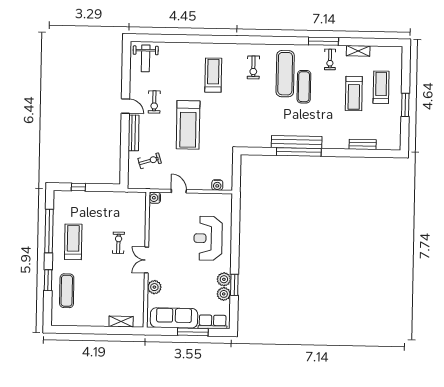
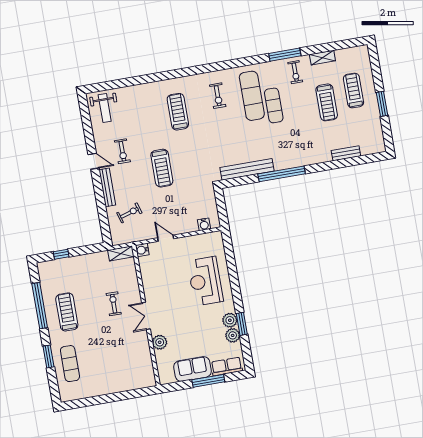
treadmill: (188, 125) -> (162, 168), width x0.73, depth x0.73
bench: (297, 142) -> (247, 169), moved
sofa: (174, 318) -> (193, 369), width x0.73
shelving: (121, 322) -> (121, 253), moved

